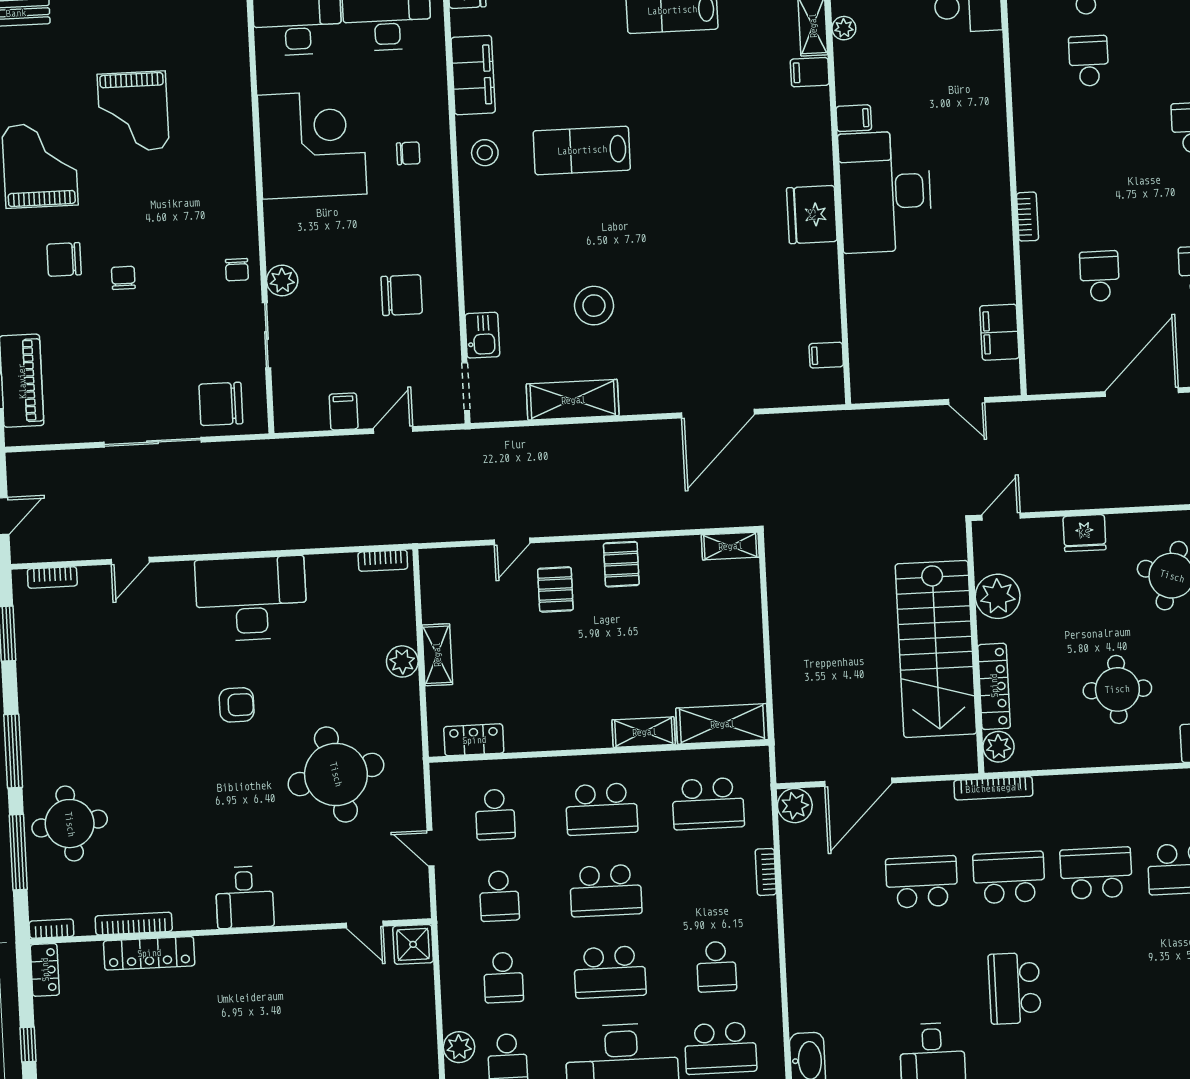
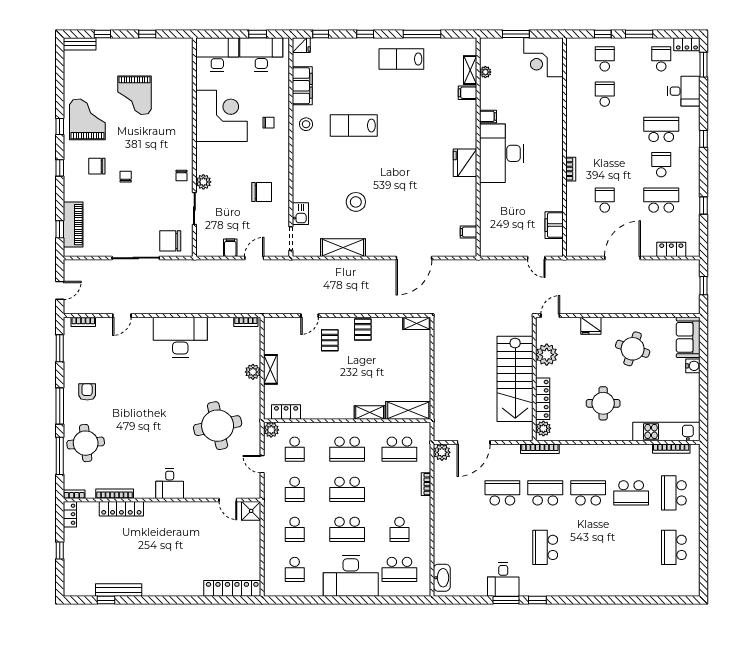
armchair: (237, 705) -> (87, 392), moved, turned -90
plant: (459, 1047) -> (271, 430), moved

